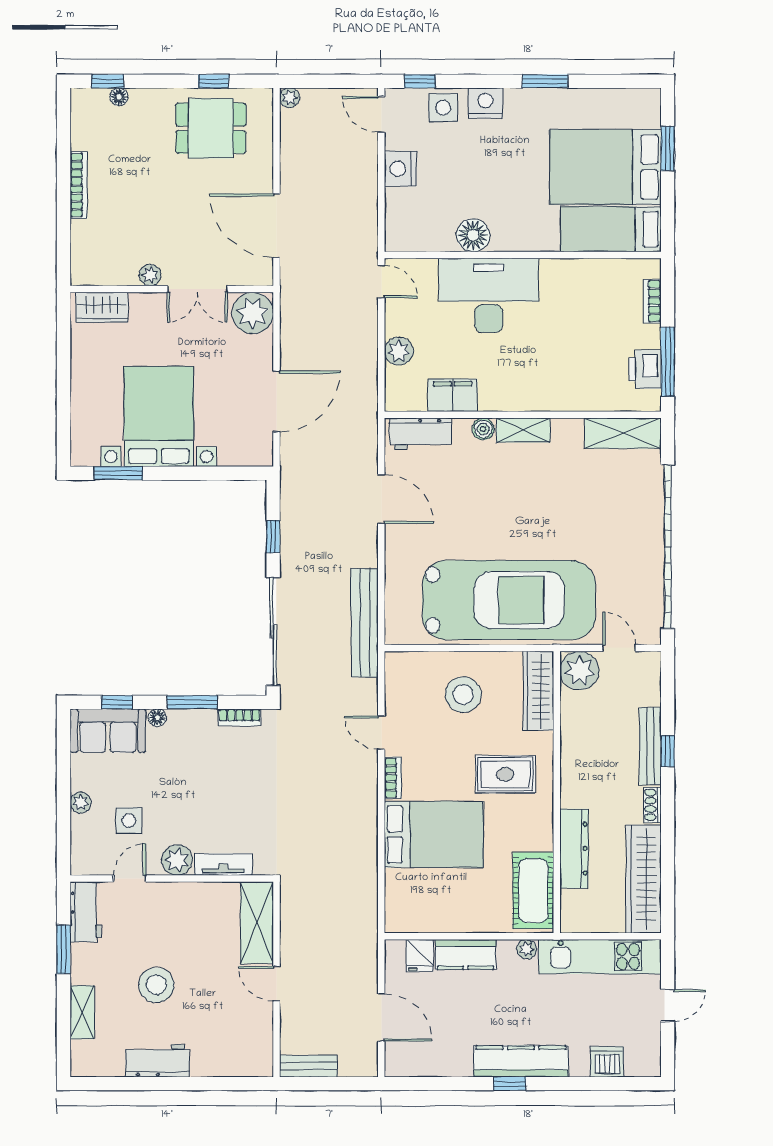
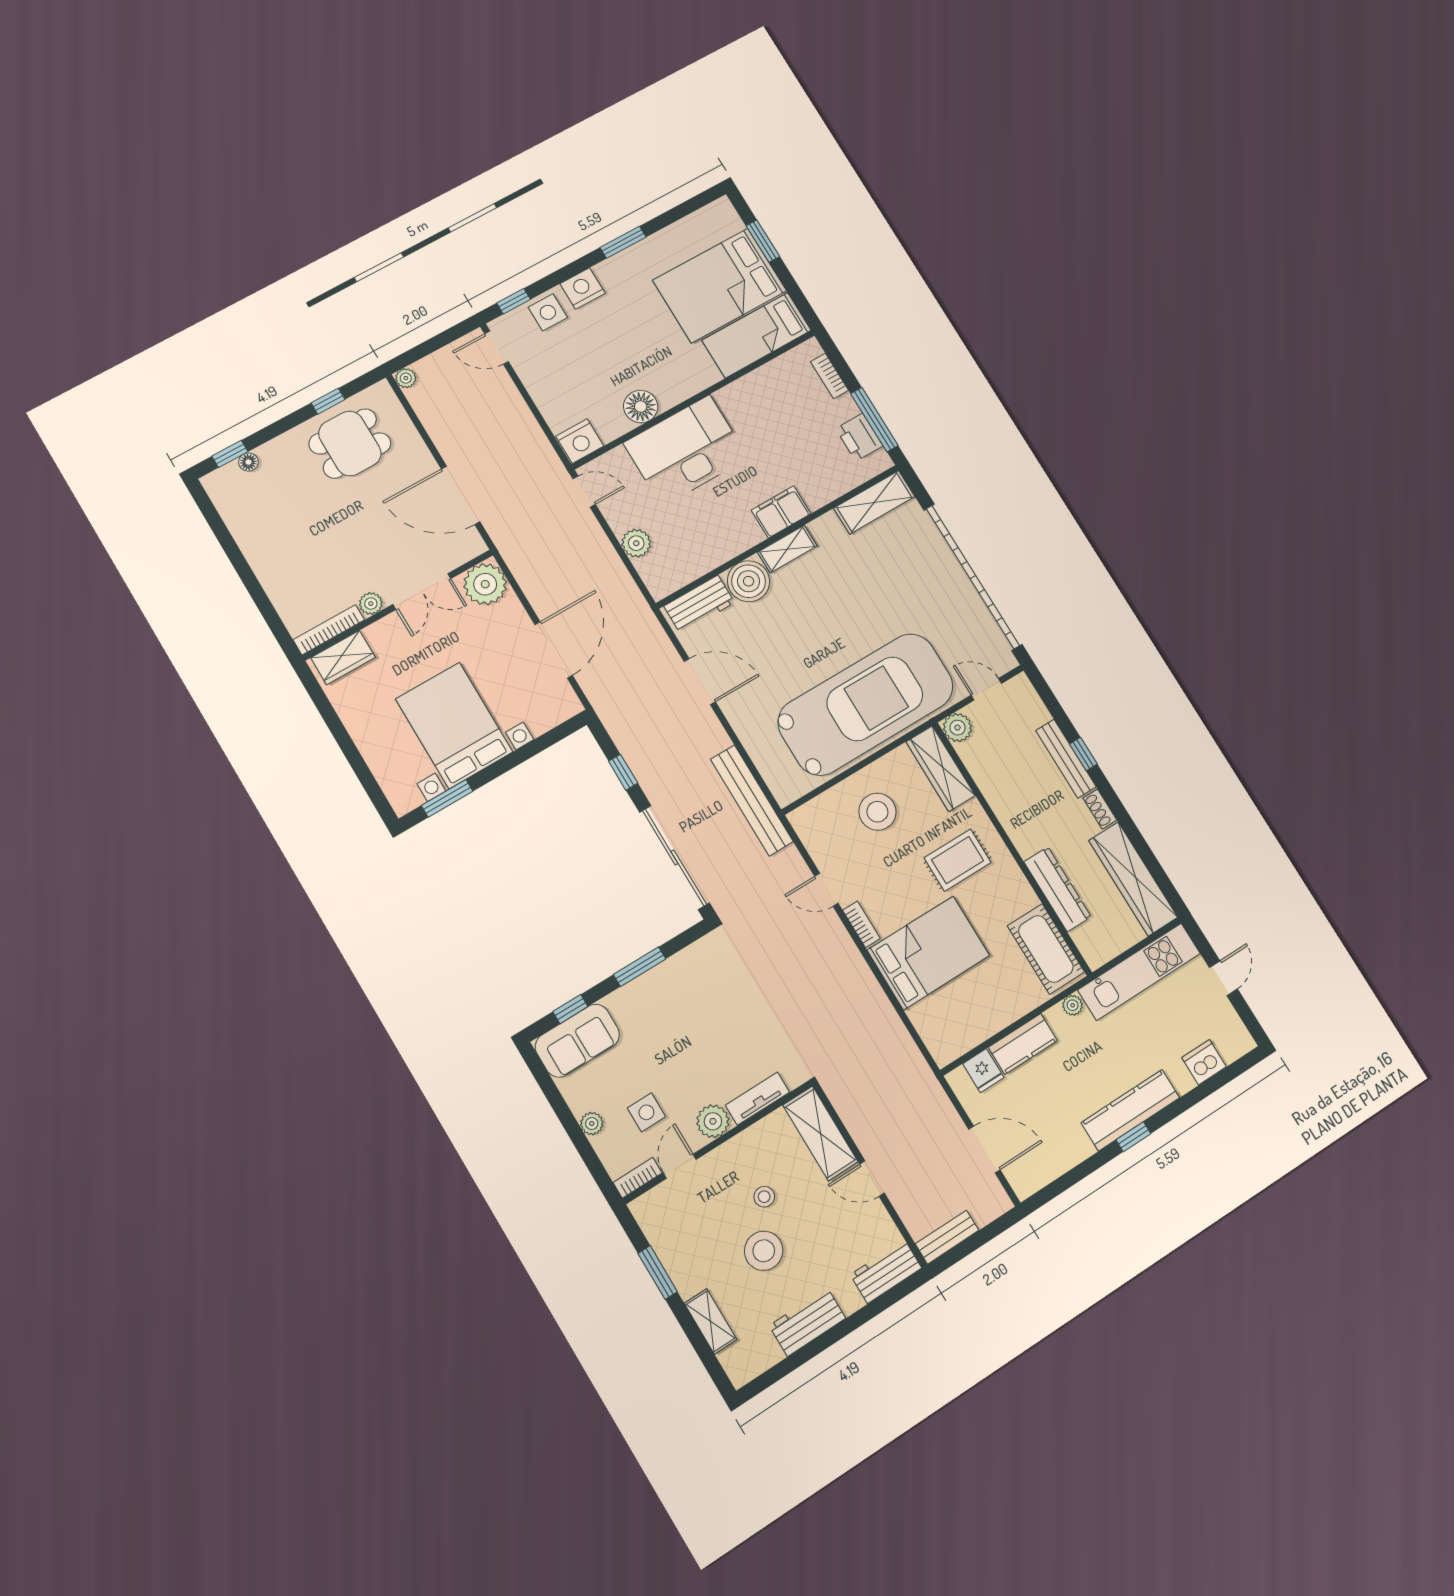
nightstand: (400, 169) -> (580, 441), moved, turned -90
bookcase: (79, 185) -> (329, 630), moved, turned -90
filing cabinet: (453, 395) -> (781, 512), moved
boiler: (483, 429) -> (749, 581), width x1.86, depth x1.86
plant: (579, 671) -> (957, 728), width x0.73, depth x0.73
bookcase: (239, 717) -> (638, 1178), moved, turned 180
floor lamp: (157, 718) -> (616, 1000), removed
workbench: (86, 912) -> (886, 1271), moved, turned -90
stool: (182, 944) -> (764, 1197), added

